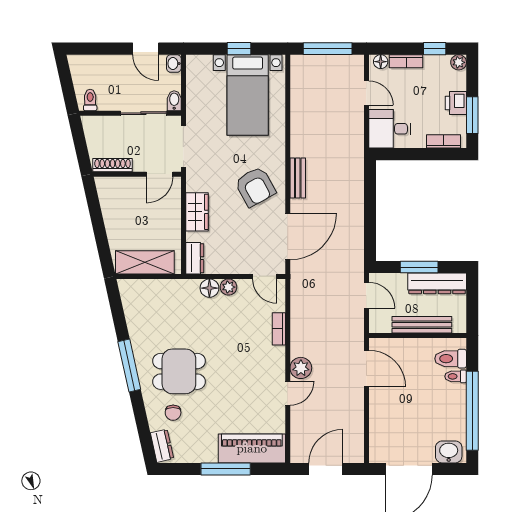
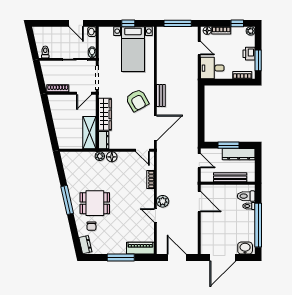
wardrobe: (197, 212) -> (105, 114), width x1.50
shelving: (145, 262) -> (89, 133), moved, turned 90
plant: (228, 287) -> (100, 156), moved
door: (288, 393) -> (155, 215), swing flipped
piano: (252, 448) -> (140, 248), width x0.73, depth x0.75
door: (326, 469) -> (177, 258), hinge flipped

